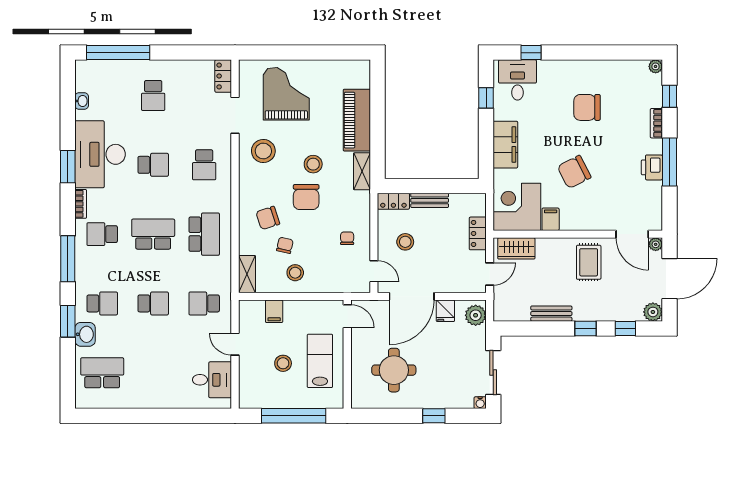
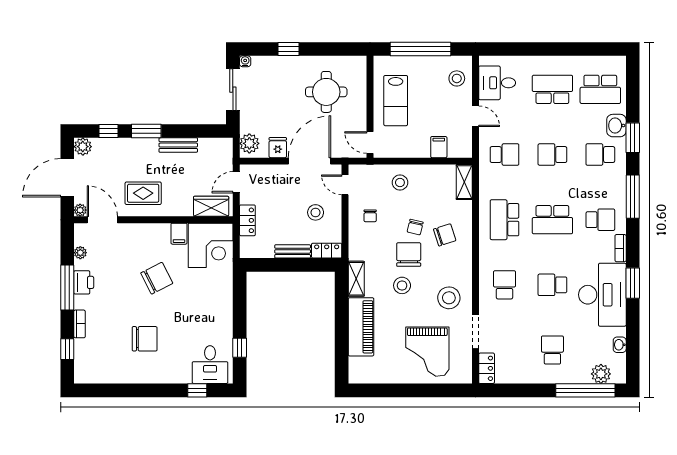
plant: (656, 66) -> (80, 253), moved
plant: (102, 70) -> (601, 374), added
filing cabinet: (505, 145) -> (221, 304), removed
chair: (285, 245) -> (415, 227), moved
rug: (589, 262) -> (143, 193), turned 90
stool: (295, 273) -> (400, 183), moved
window: (585, 328) -> (146, 131), width x1.50
stool: (283, 363) -> (457, 78), moved
school desk: (153, 373) -> (552, 89), added

